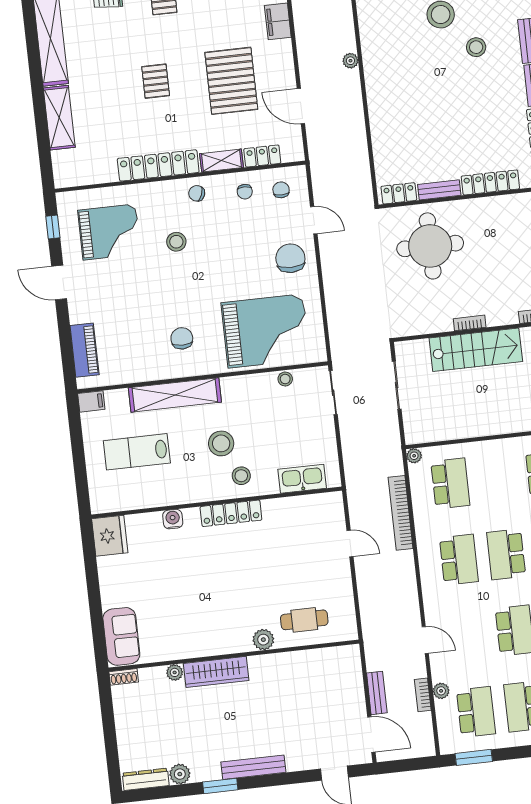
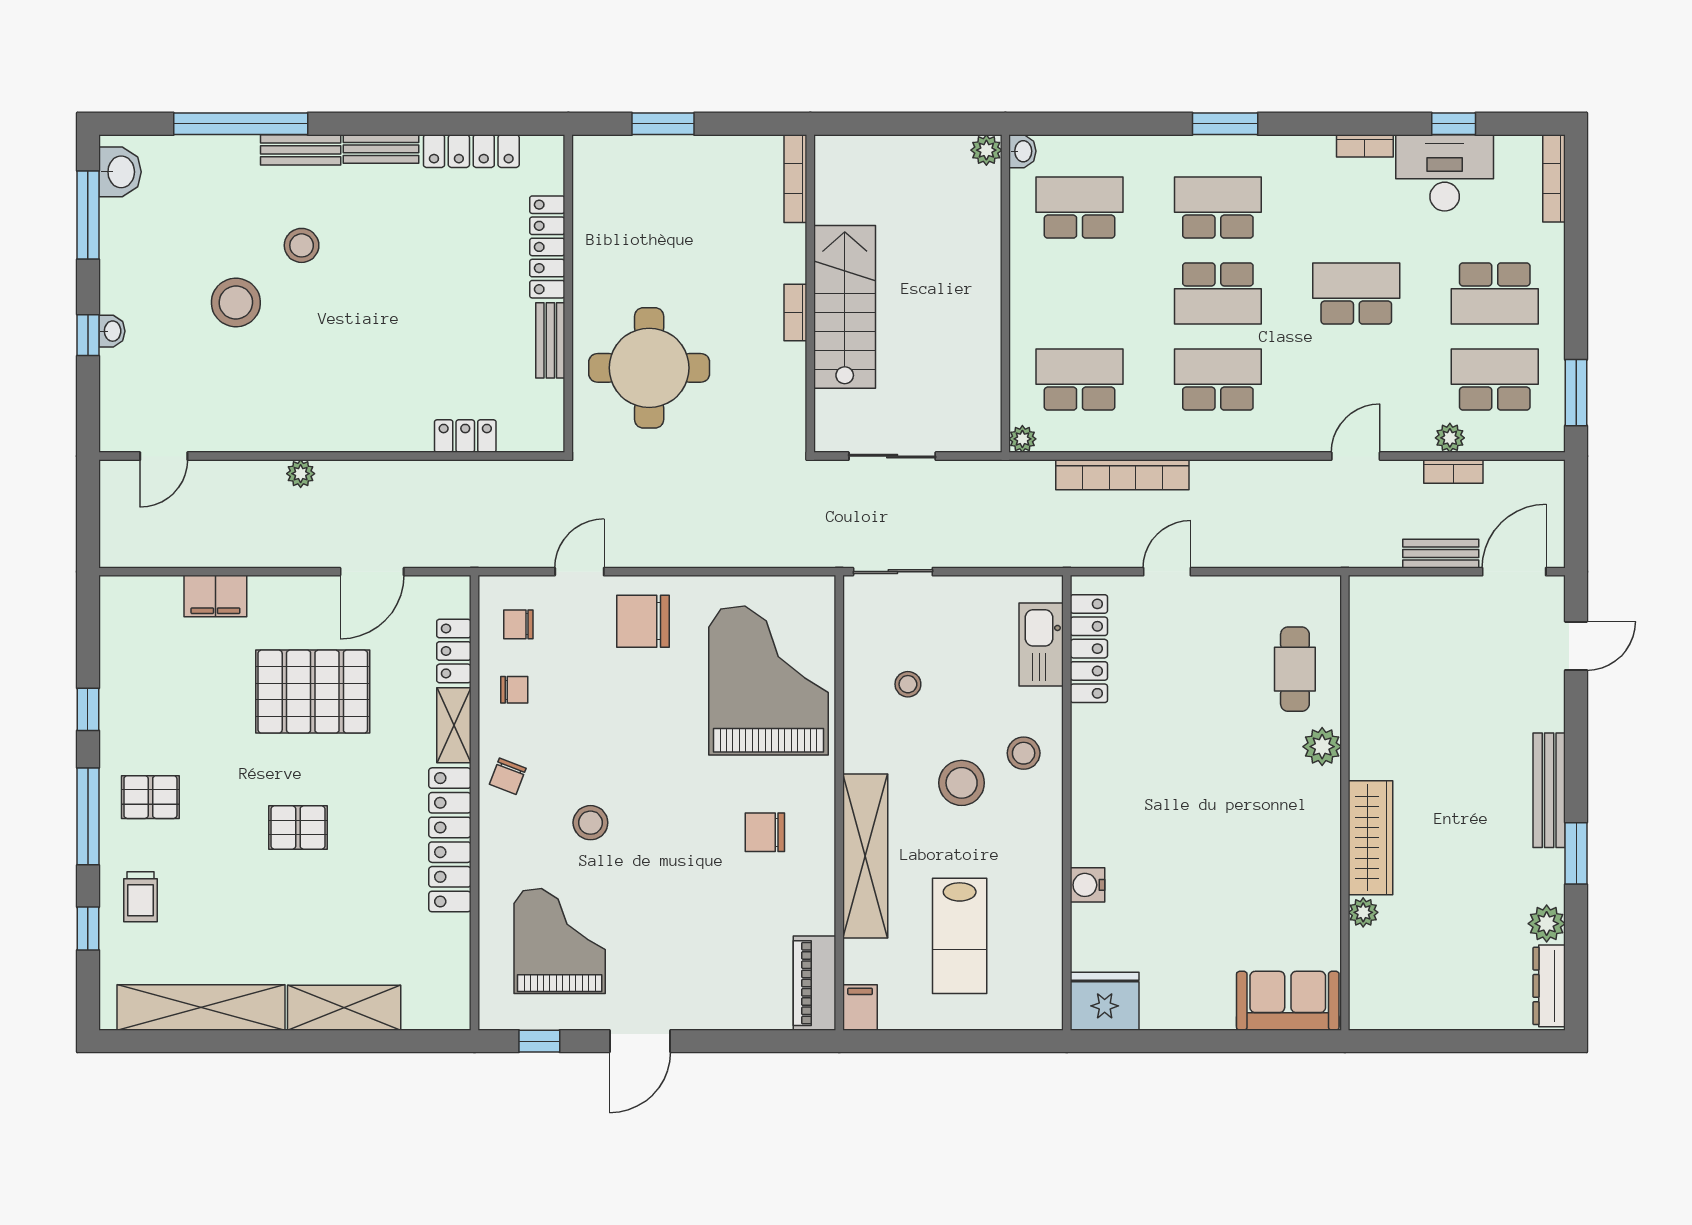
locker: (399, 193) -> (465, 436), moved, turned 90
piano: (85, 350) -> (815, 983), moved, turned -90
stool: (285, 379) -> (908, 684), moved
locker: (231, 513) -> (1089, 649), moved
shoe rack: (124, 677) -> (1361, 1005), removed

